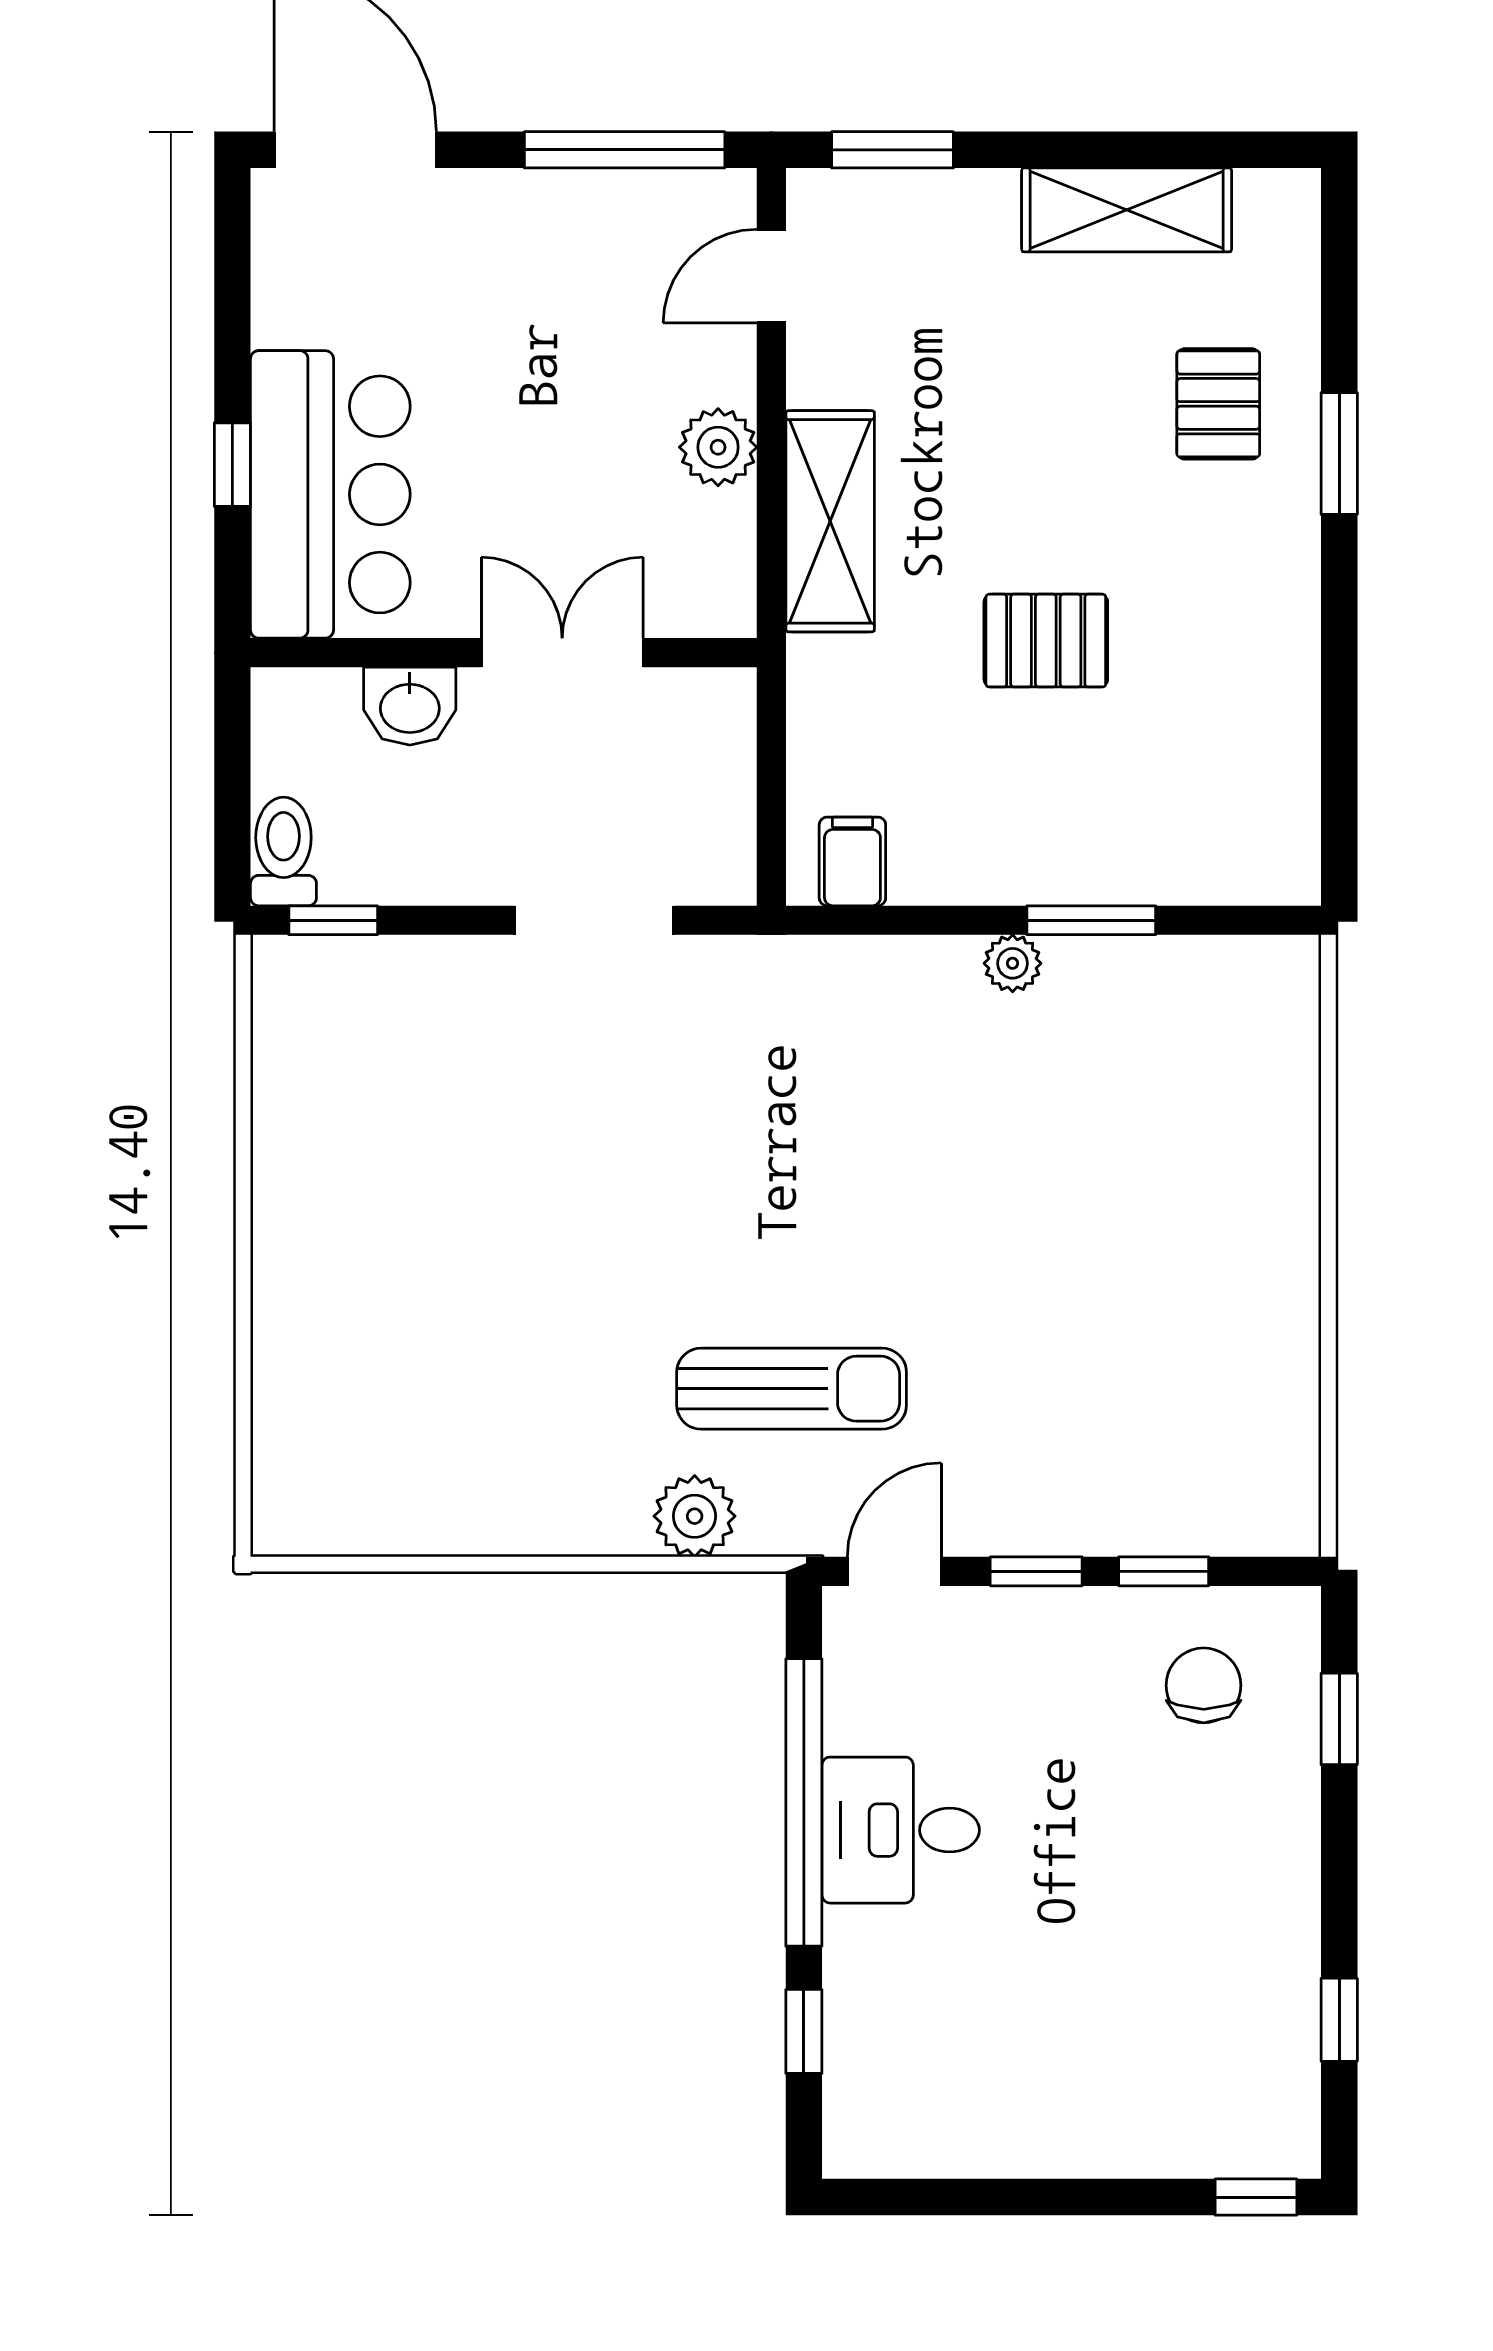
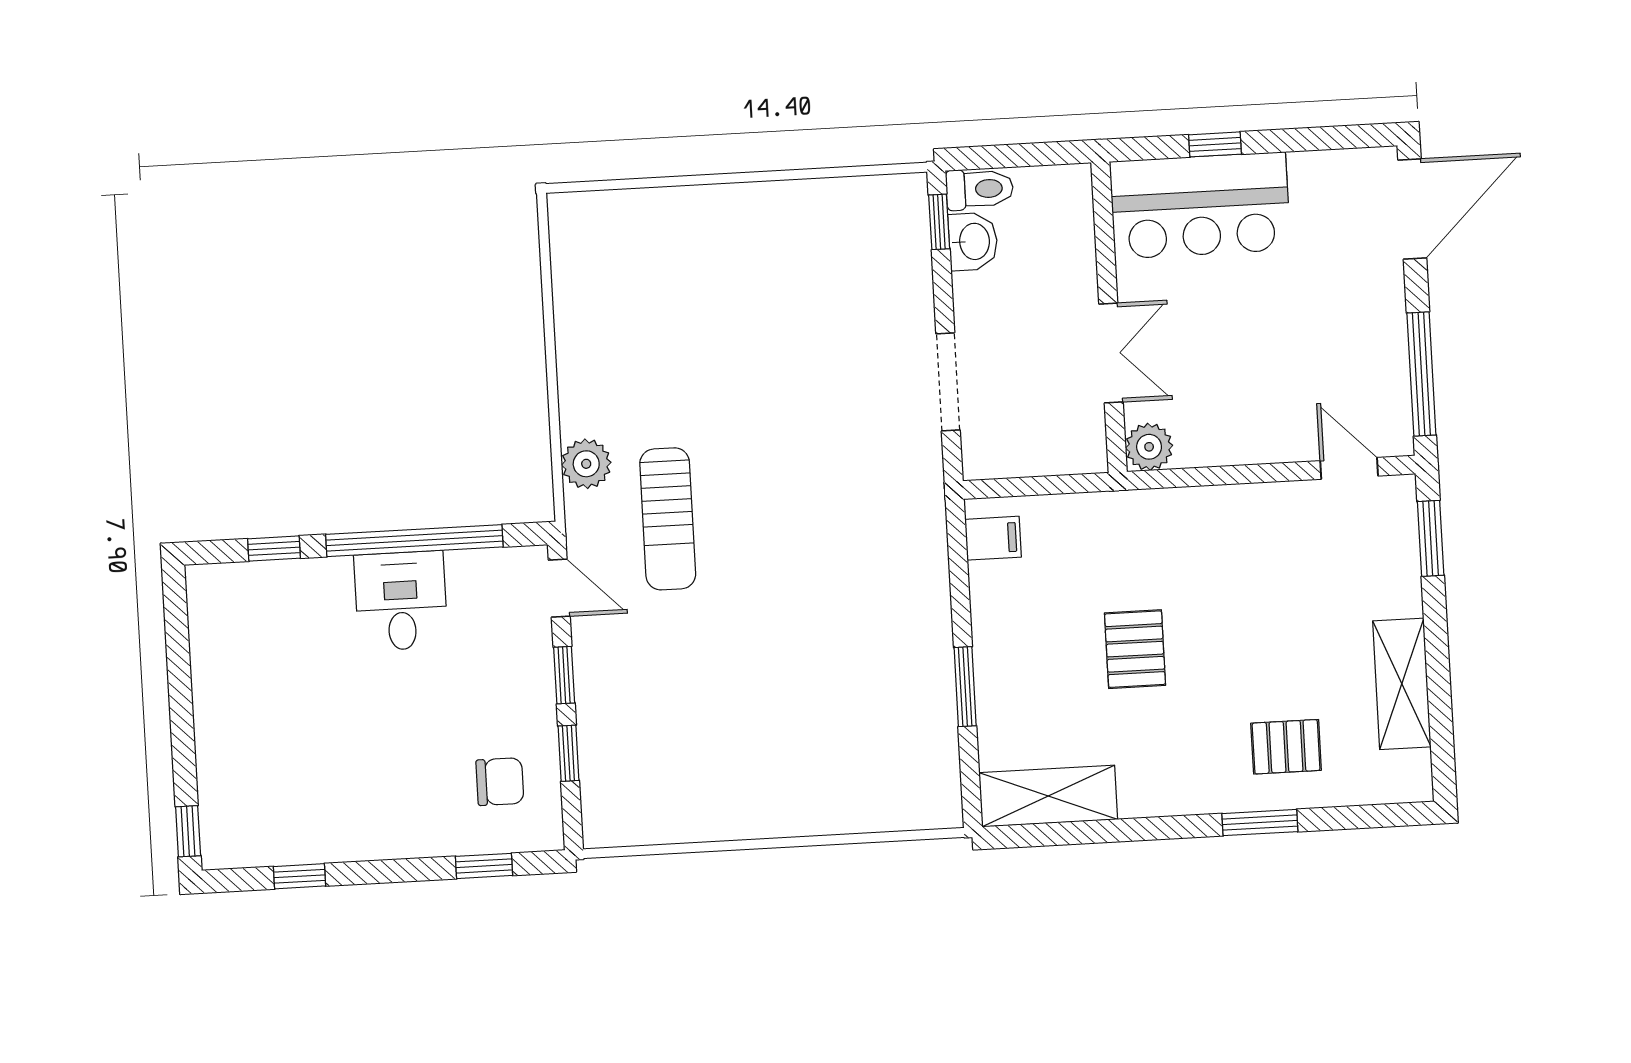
plant: (718, 447) -> (1149, 447), moved
shelving: (830, 521) -> (1048, 796), moved
washbasin: (410, 706) -> (973, 242), moved, turned 180
plant: (1013, 963) -> (936, 640), removed

